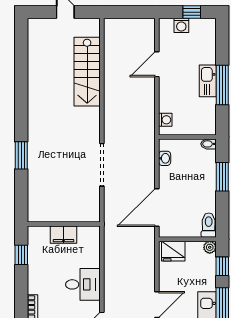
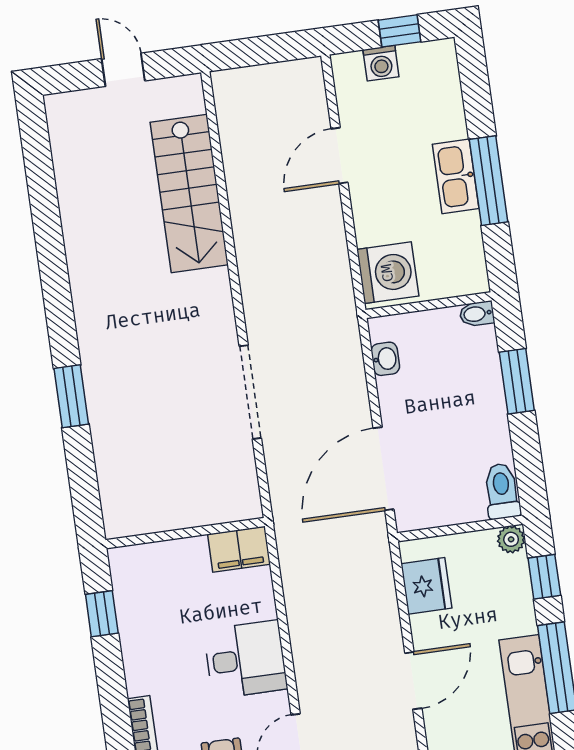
washing machine: (165, 120) -> (388, 273), width x1.89, depth x1.89
filing cabinet: (64, 235) -> (239, 549), moved
fridge: (173, 251) -> (426, 586), moved, turned -90

